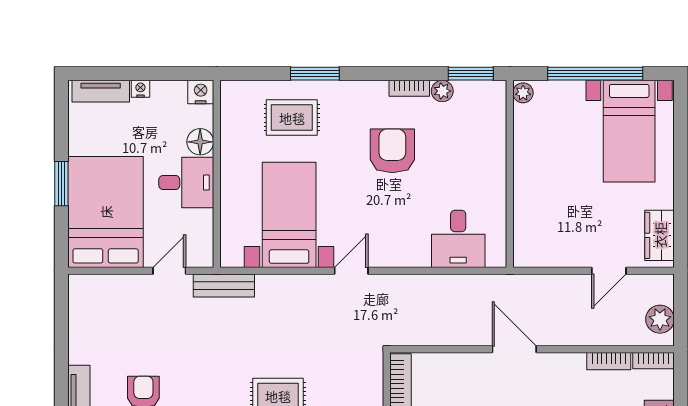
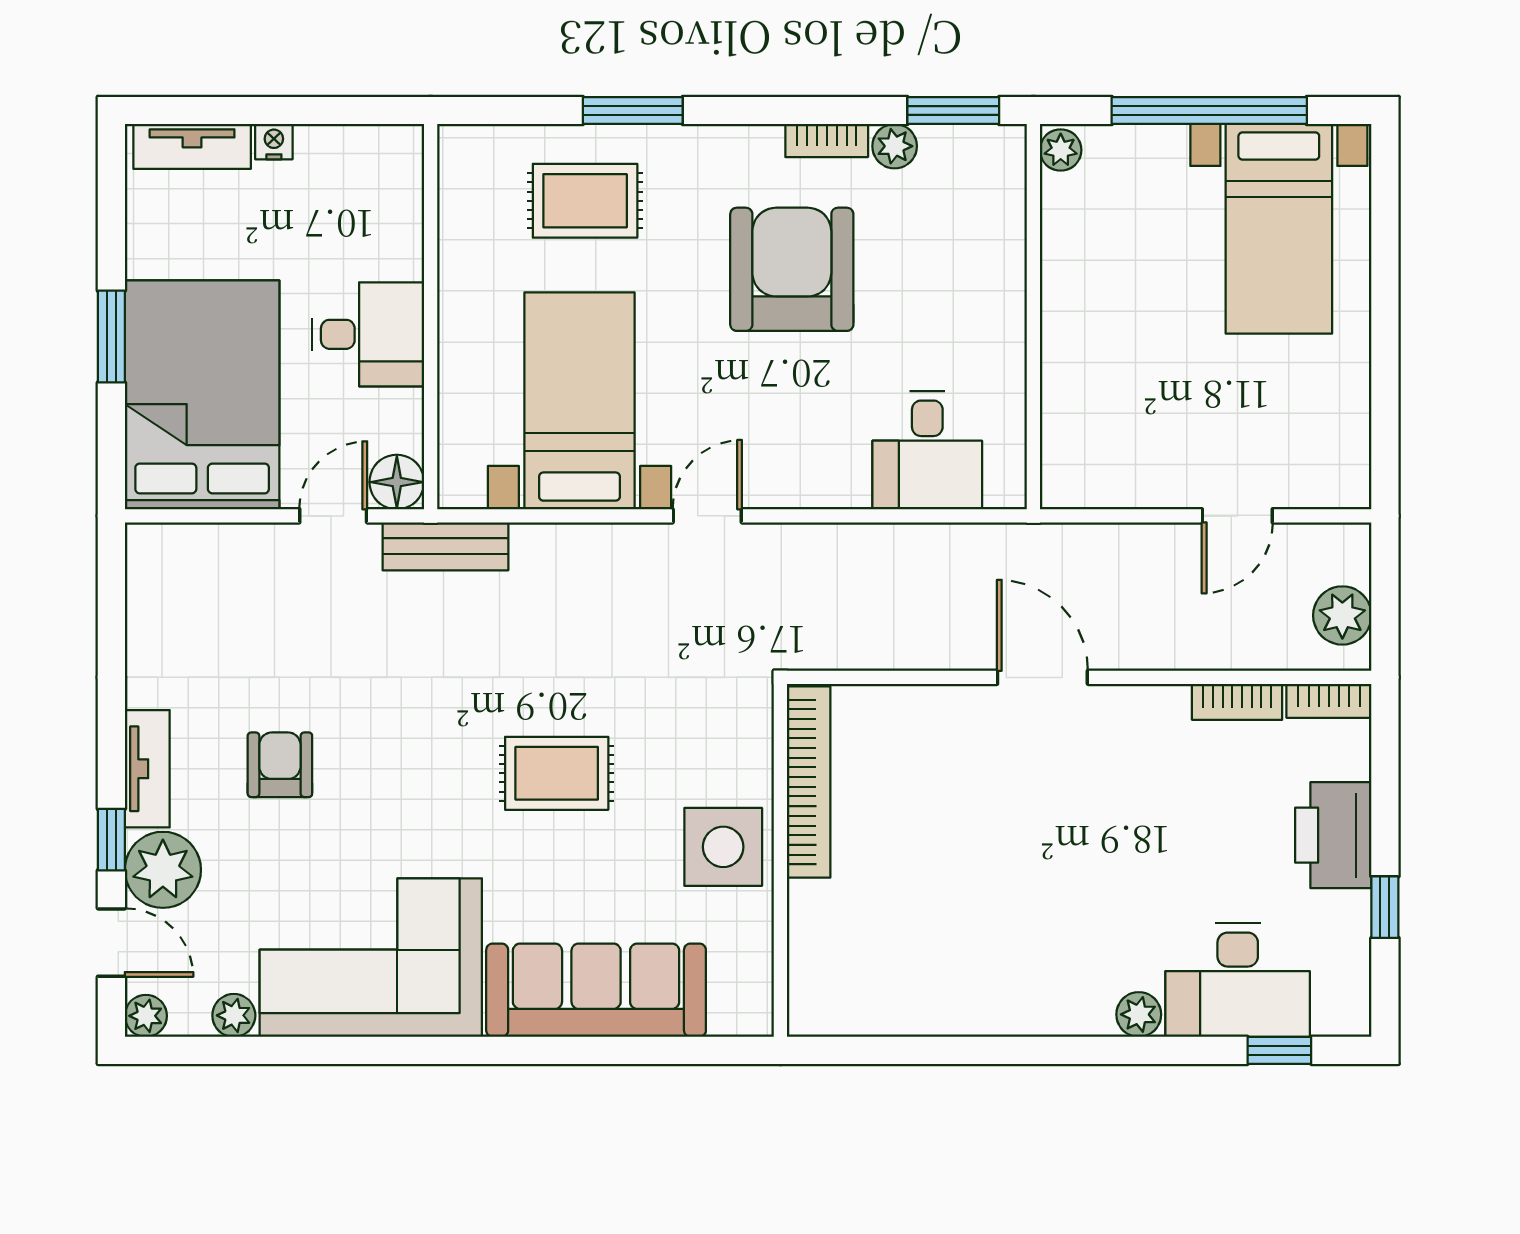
nightstand: (201, 92) -> (398, 148), removed
floor lamp: (200, 142) -> (397, 482), moved
armchair: (392, 151) -> (792, 269), width x1.36, depth x1.36
wardrobe: (660, 235) -> (1341, 443), removed

